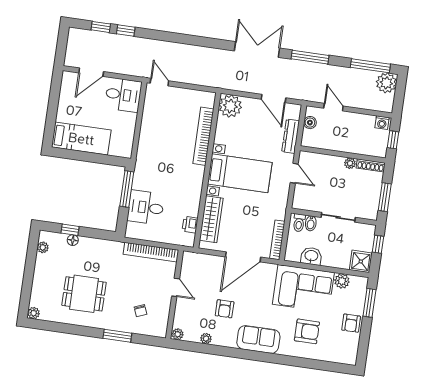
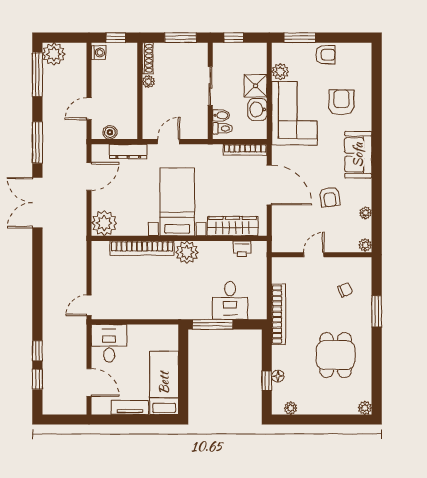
tv unit: (64, 105) -> (130, 407), added
plant: (194, 175) -> (187, 252), added
bookcase: (151, 252) -> (279, 314), moved
shower: (361, 261) -> (256, 86), moved
armchair: (225, 309) -> (330, 197), turned 82

